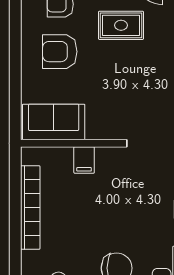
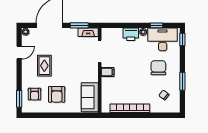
filing cabinet: (84, 160) -> (108, 72), moved

